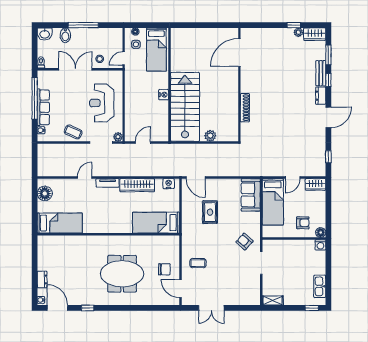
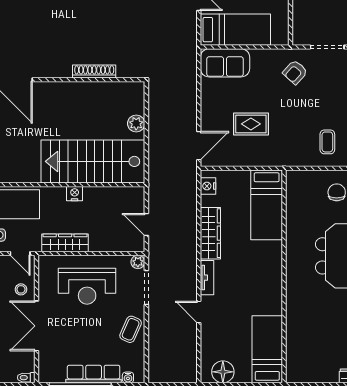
wardrobe: (131, 88) -> (65, 243), added

